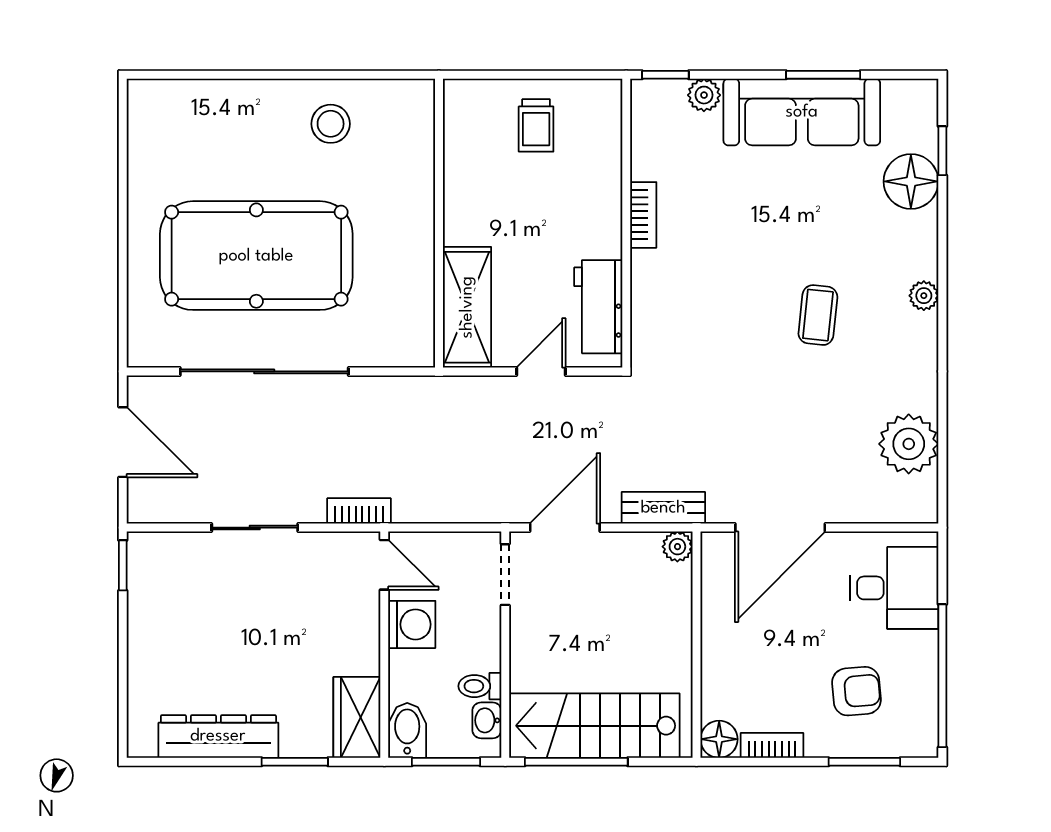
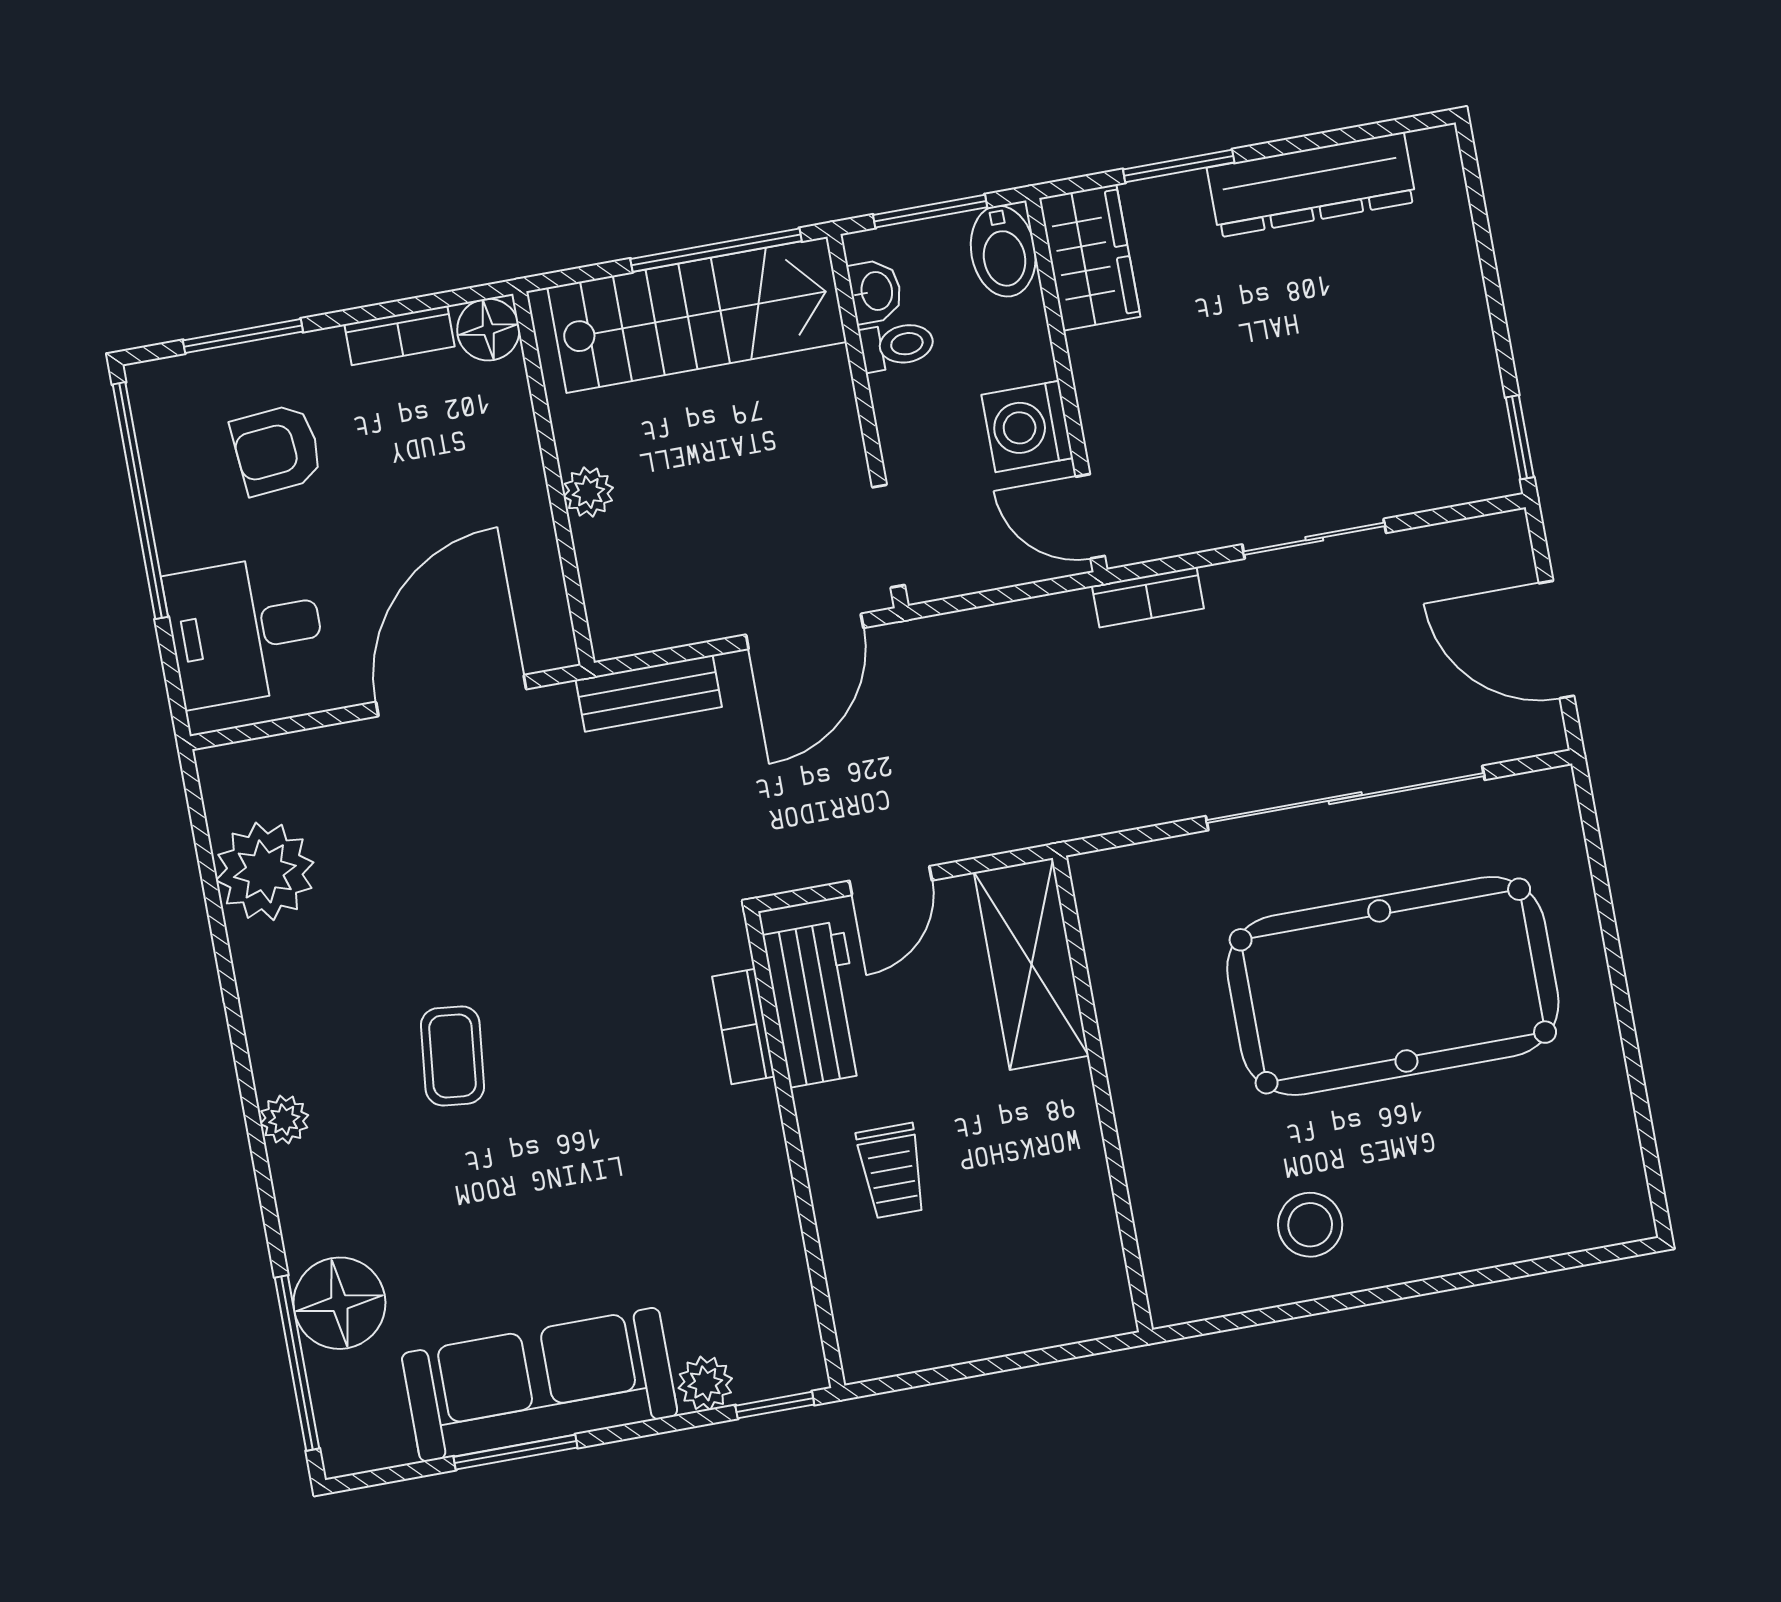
trolley: (536, 125) -> (892, 1171), moved, turned 180
window: (942, 151) -> (297, 1363), width x2.17
bookcase: (643, 215) -> (743, 1026), moved
plant: (677, 547) -> (588, 492), moved

